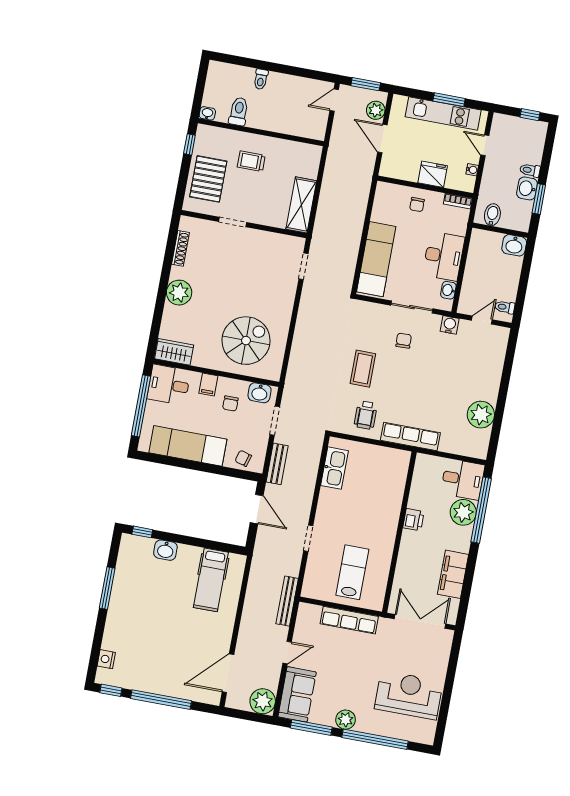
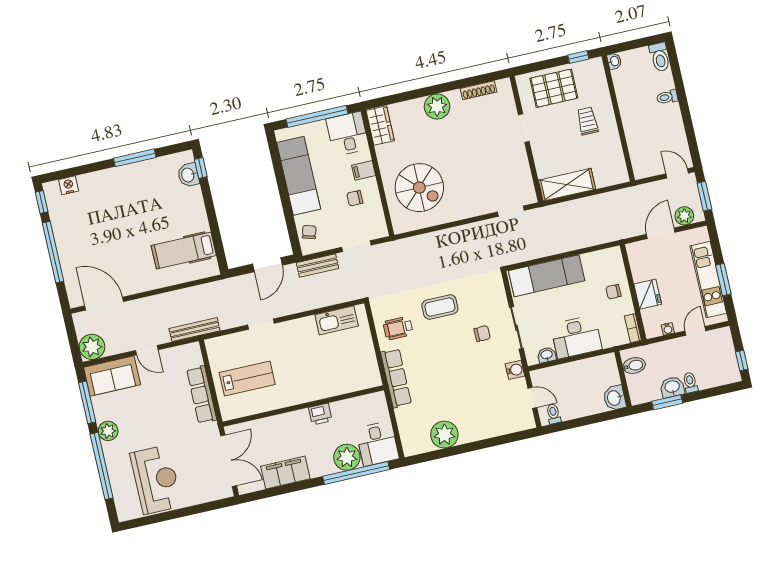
toilet: (239, 111) -> (660, 57), moved, turned 90
washbasin: (260, 393) -> (376, 221), removed
washbasin: (165, 550) -> (188, 175), moved

